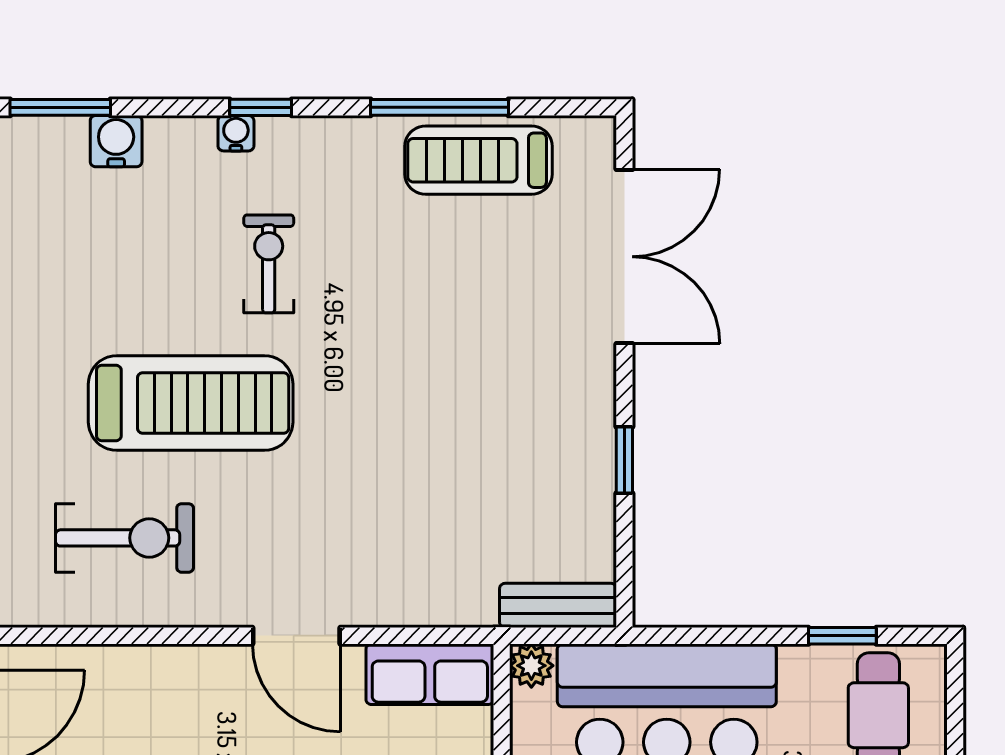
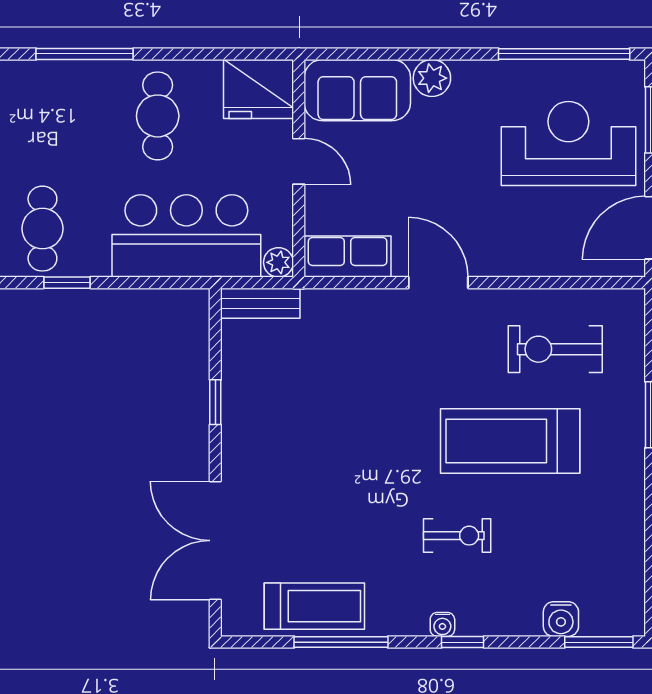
water cooler: (236, 133) -> (442, 624), moved
exercise bike: (269, 264) -> (457, 536), turned -90

